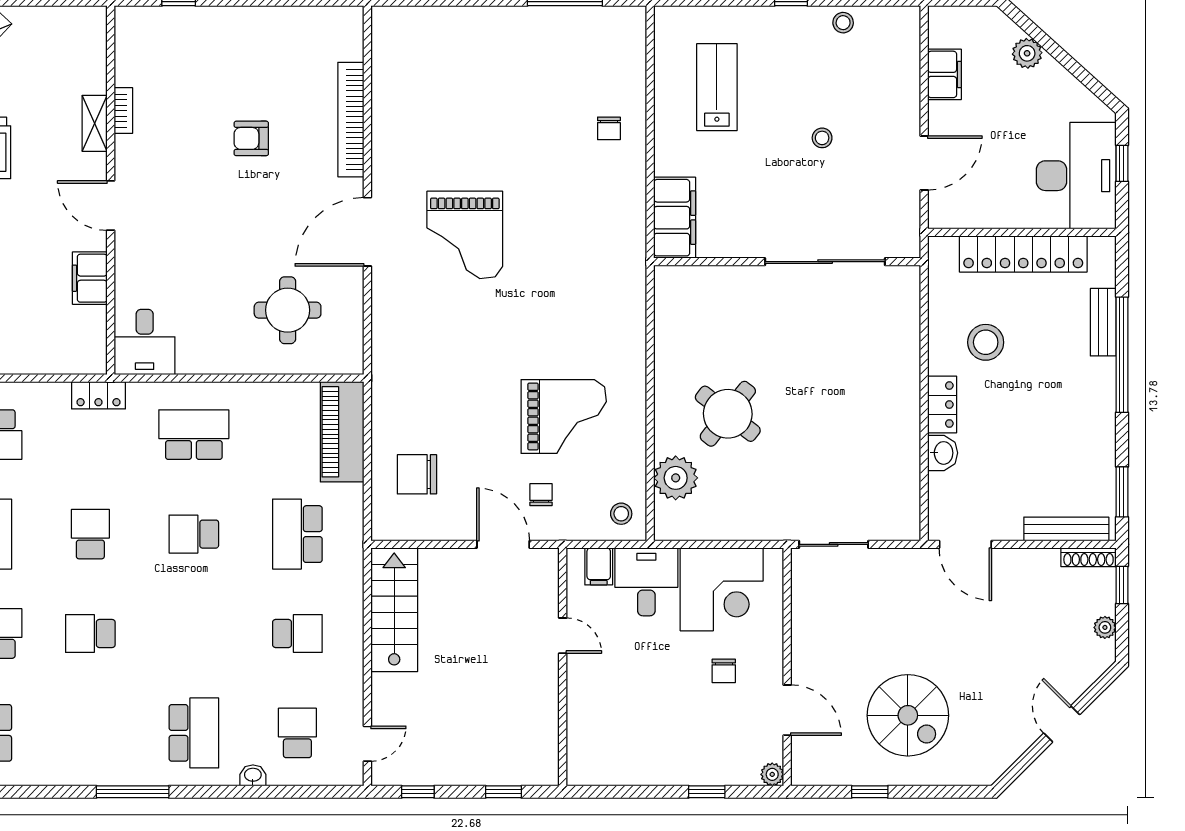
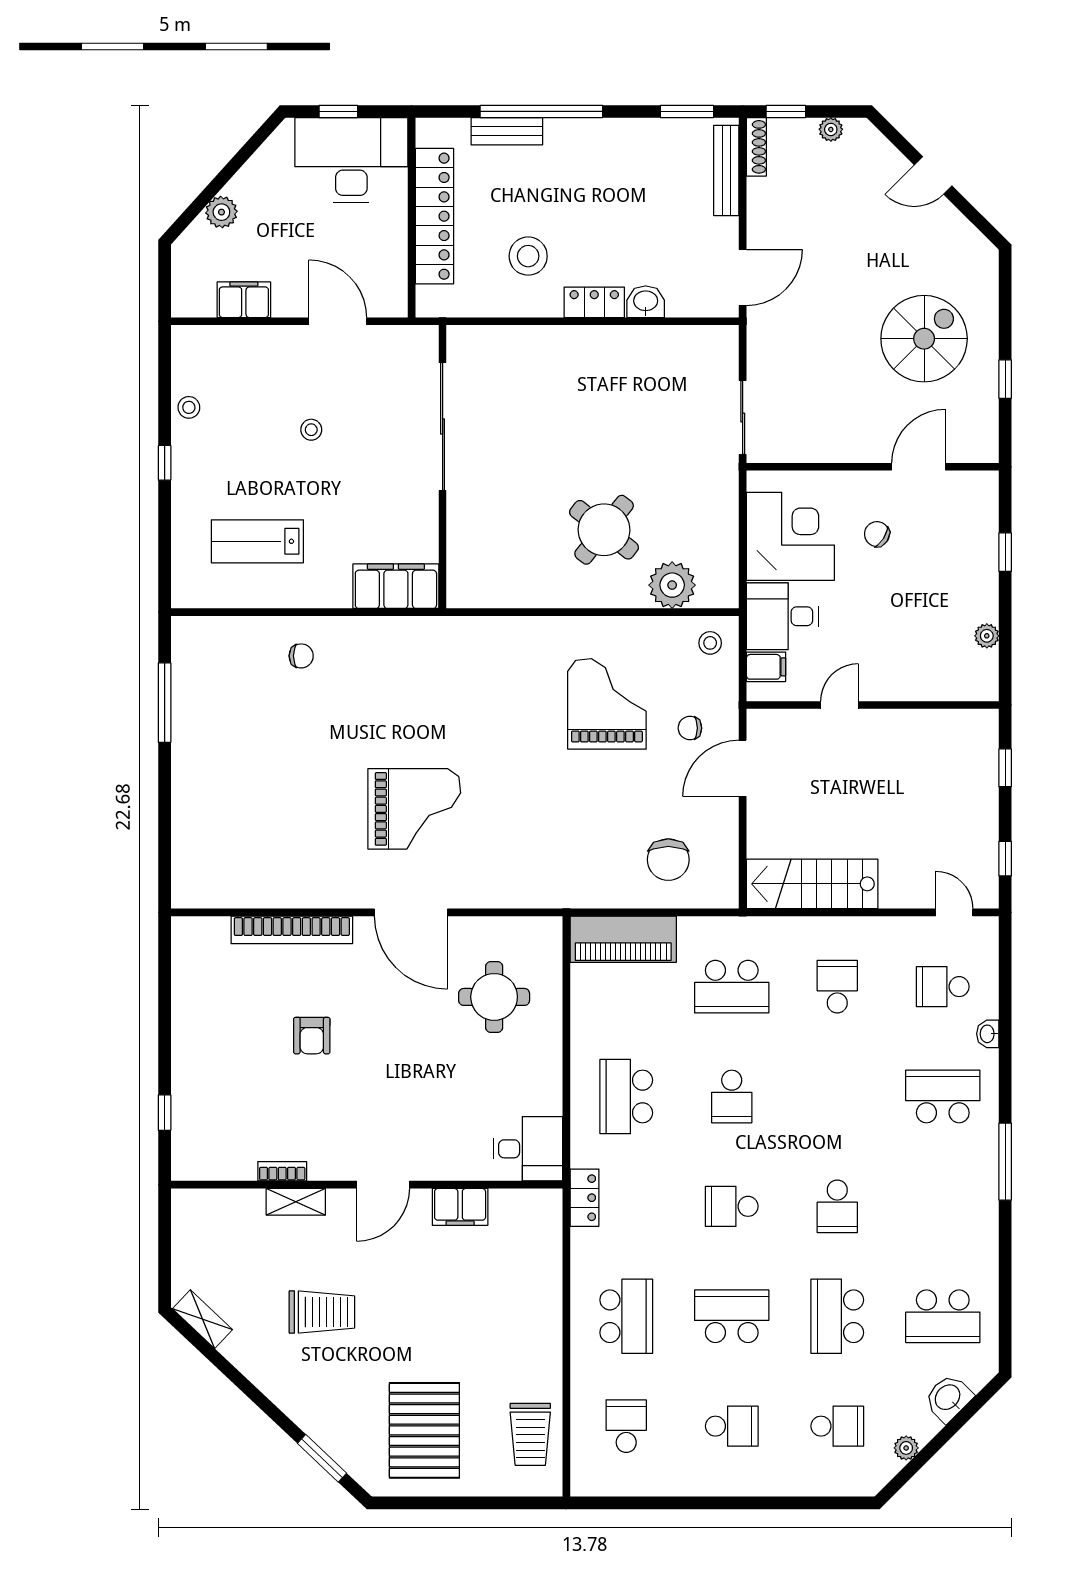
chair: (724, 671) -> (877, 534), turned -148
plant: (772, 774) -> (987, 636), moved

